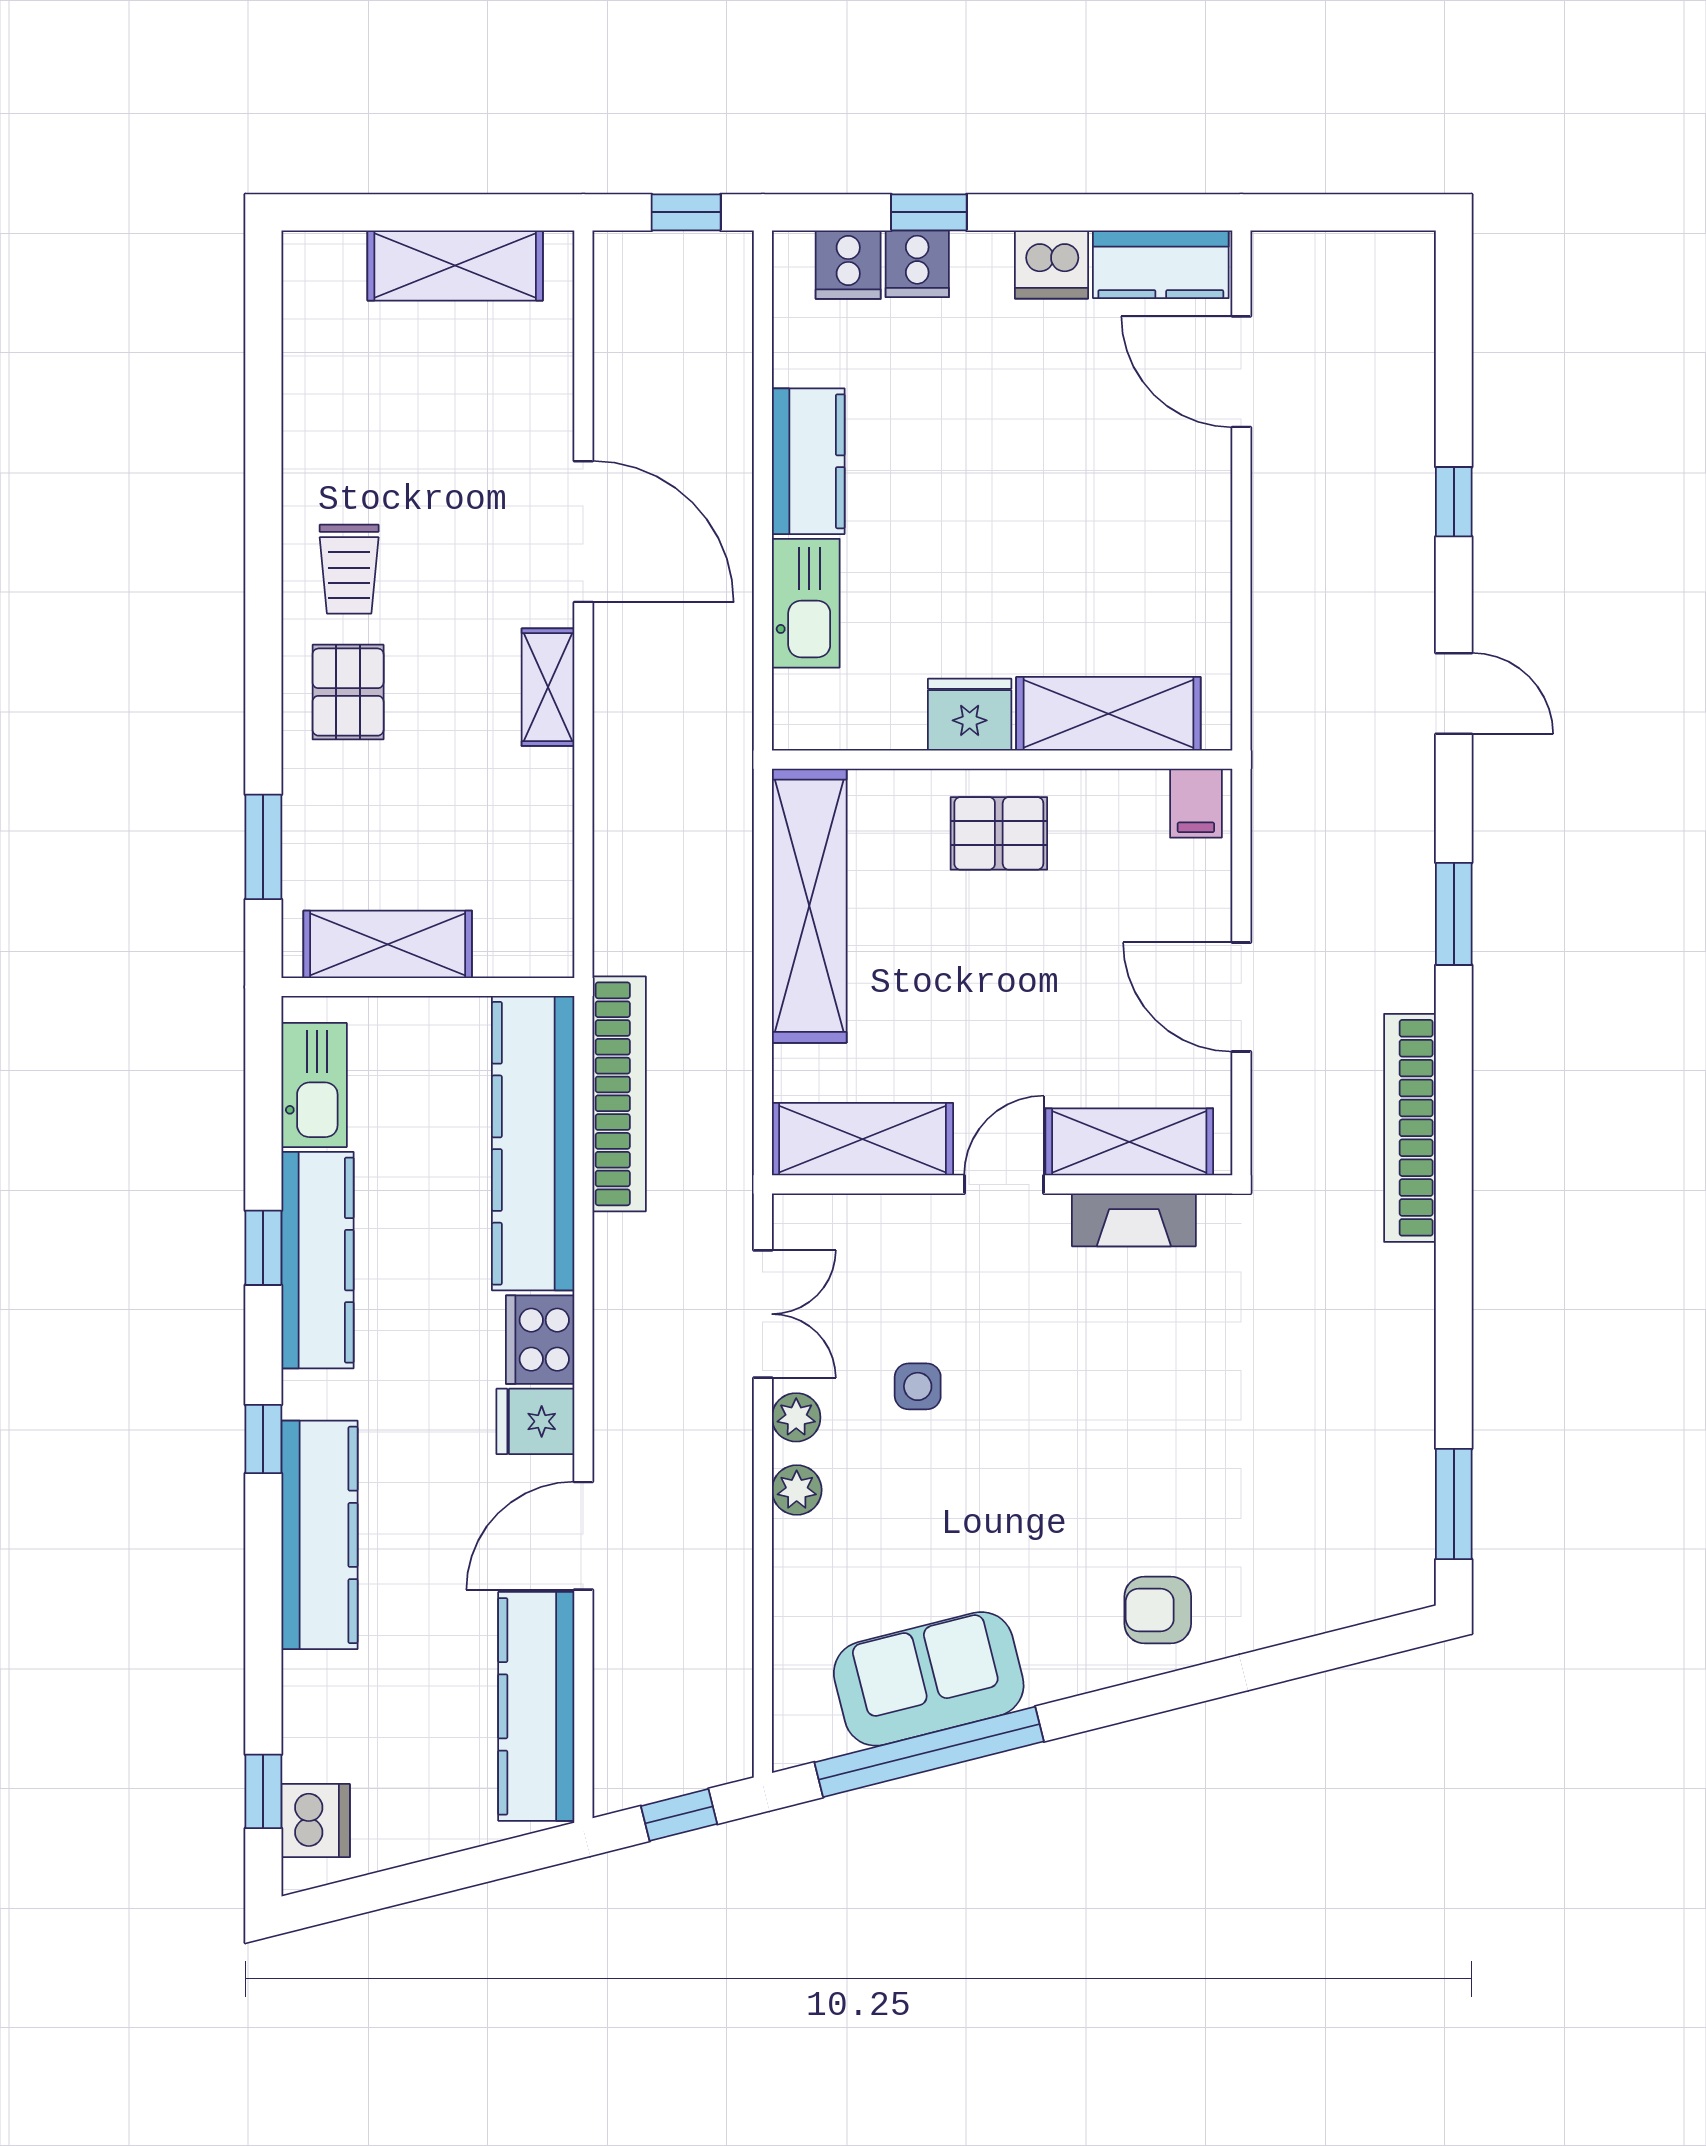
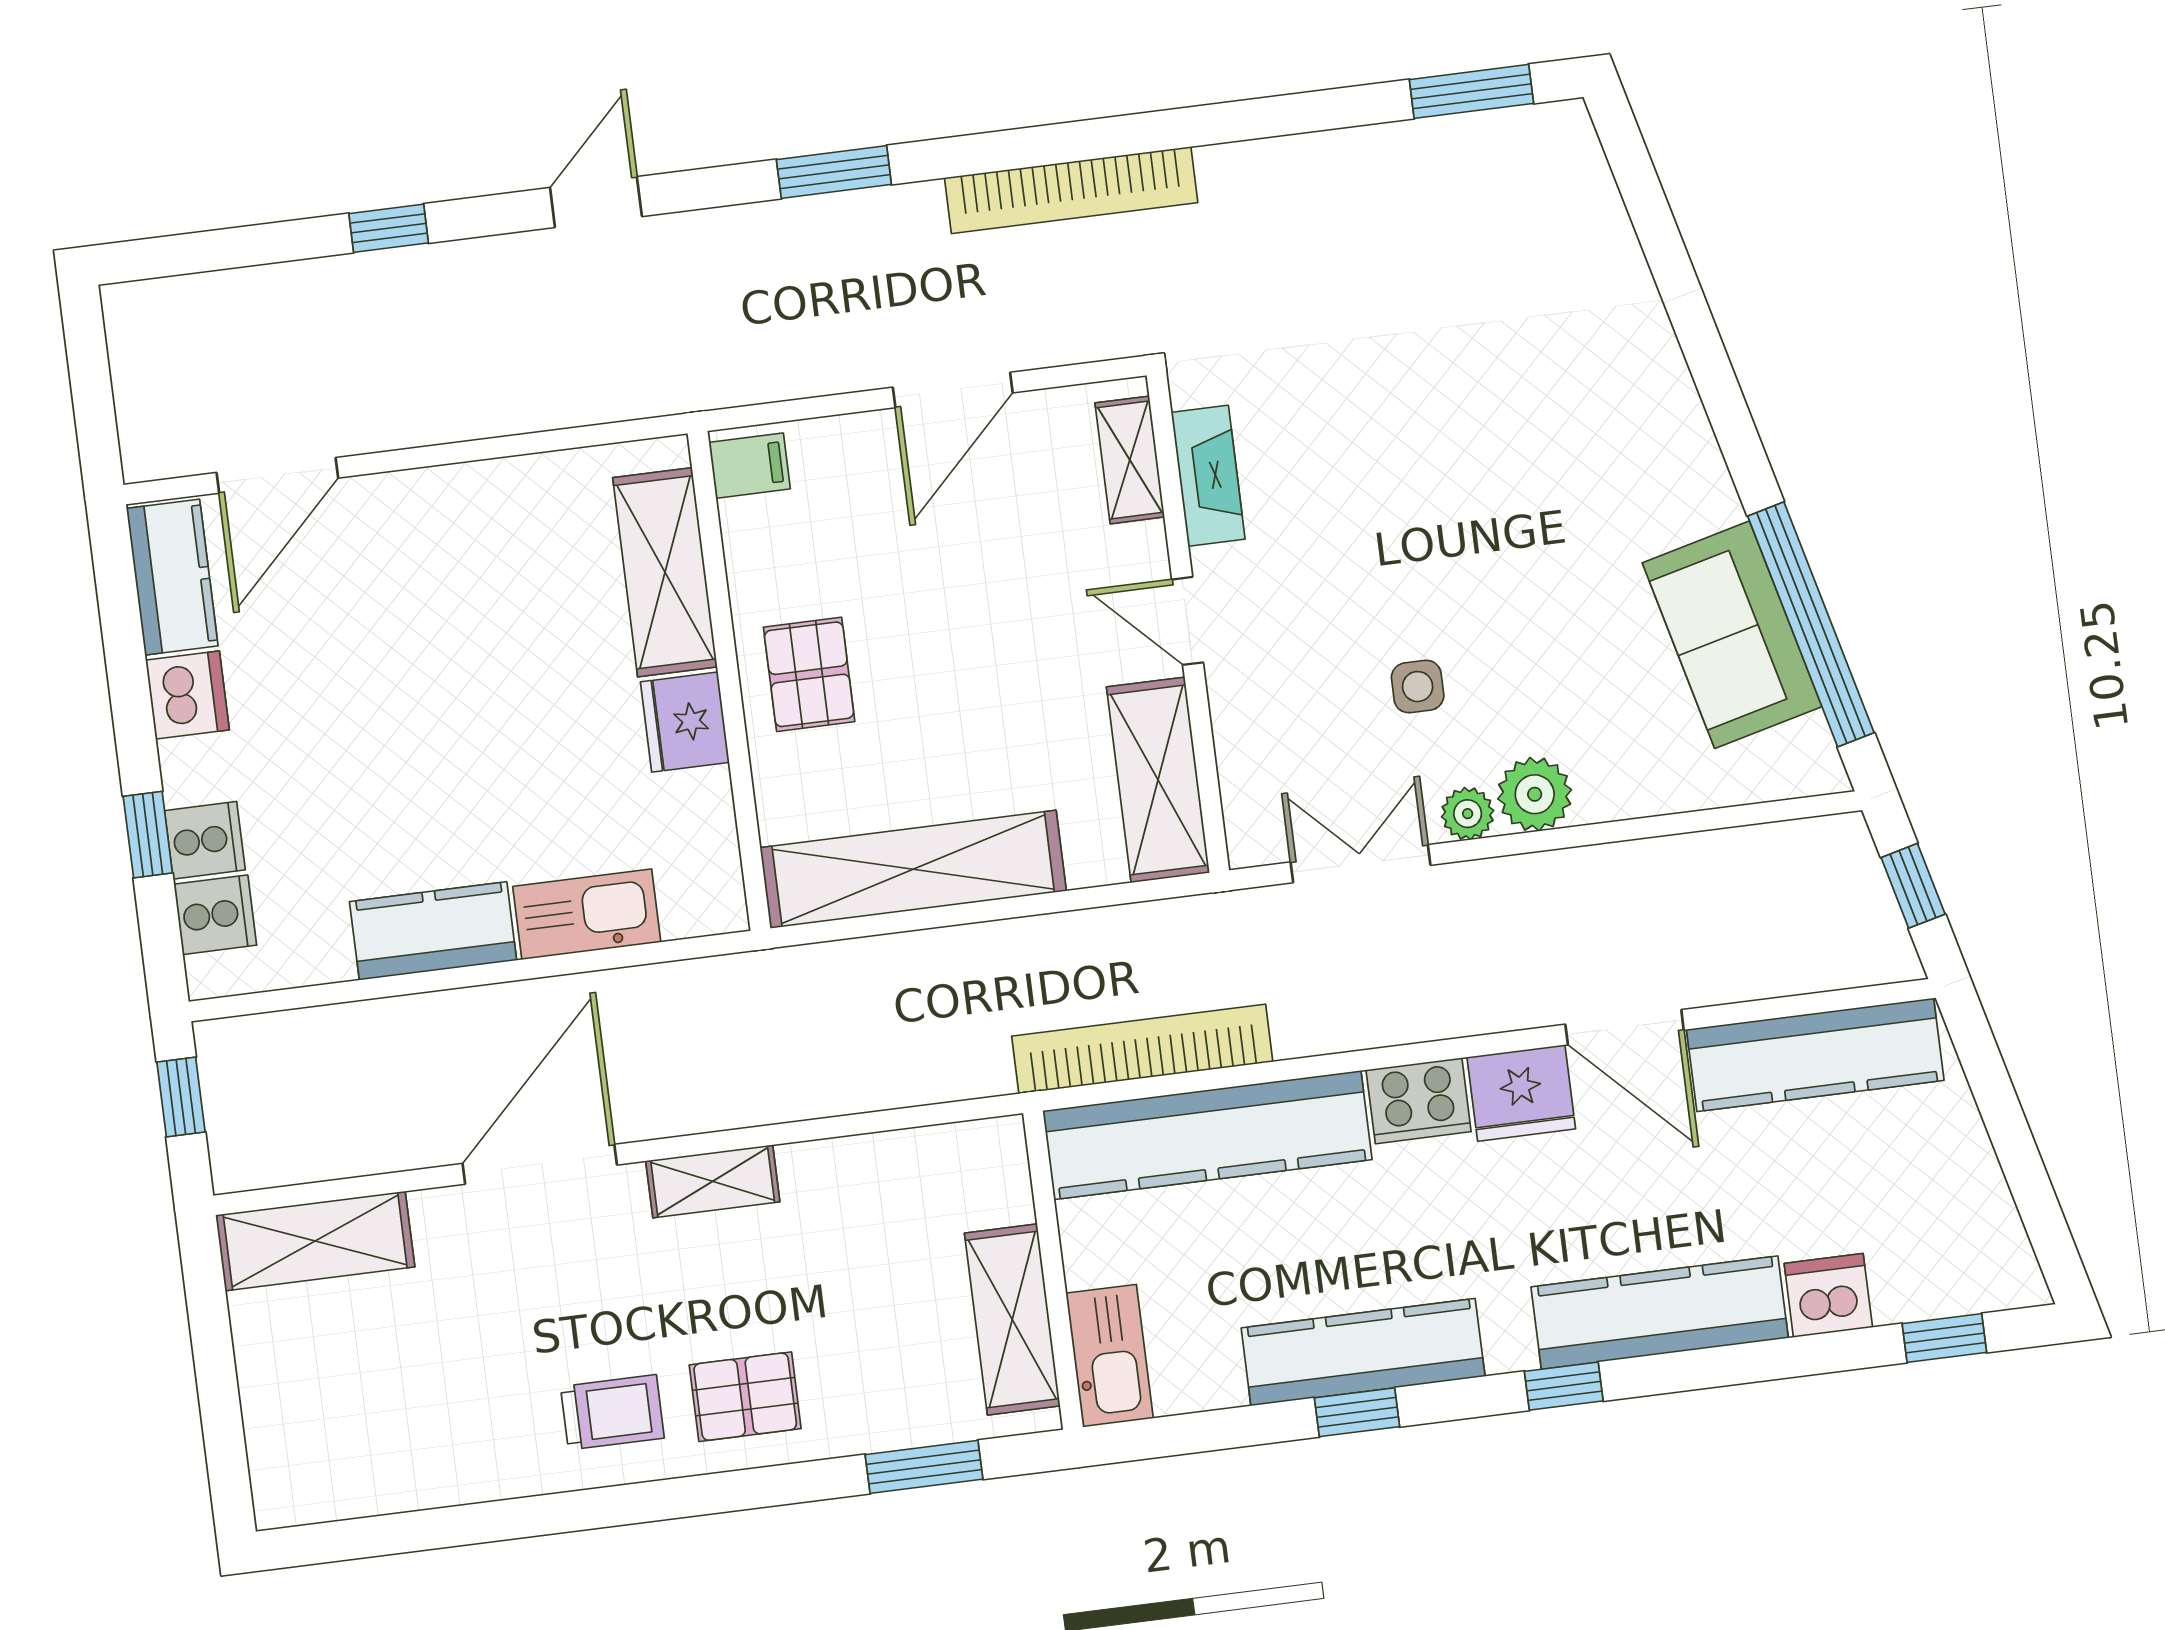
shelving: (455, 265) -> (315, 1241), moved, turned 90
kitchen sink: (314, 1085) -> (1110, 1356), moved, turned 90
shelving: (1129, 1142) -> (1130, 460), width x0.67, depth x0.75
fridge: (535, 1421) -> (1521, 1093), width x1.38
plant: (797, 1490) -> (1535, 794), width x1.38, depth x1.38
armchair: (1158, 1610) -> (1626, 397), removed
dishwasher: (316, 1821) -> (1828, 1295), moved

